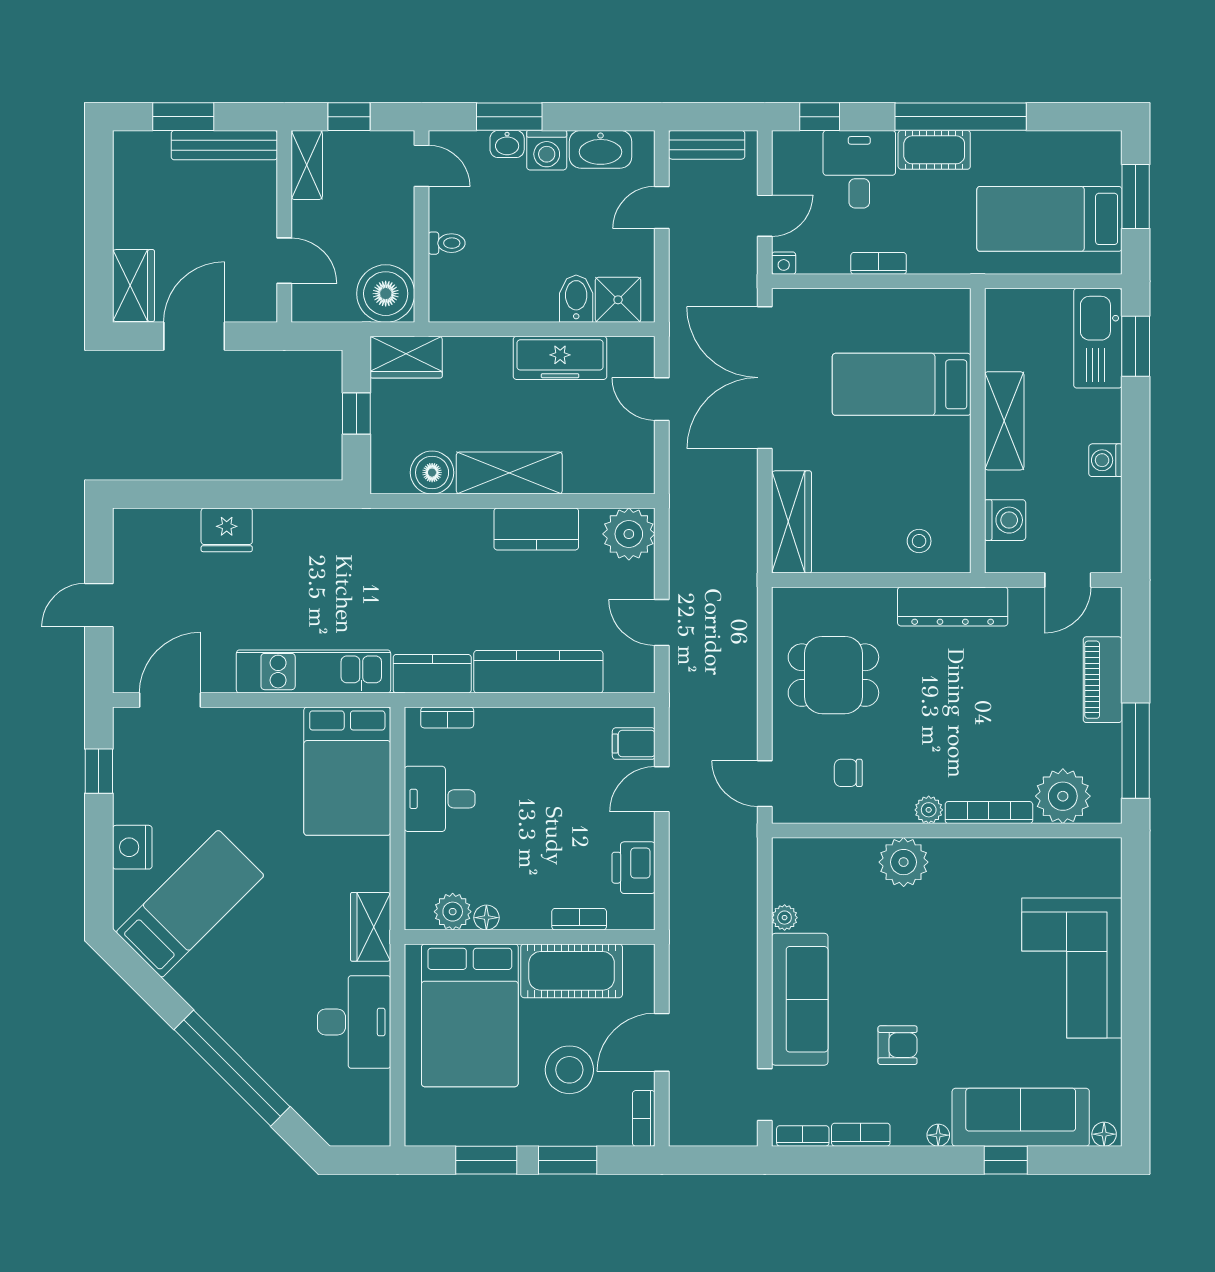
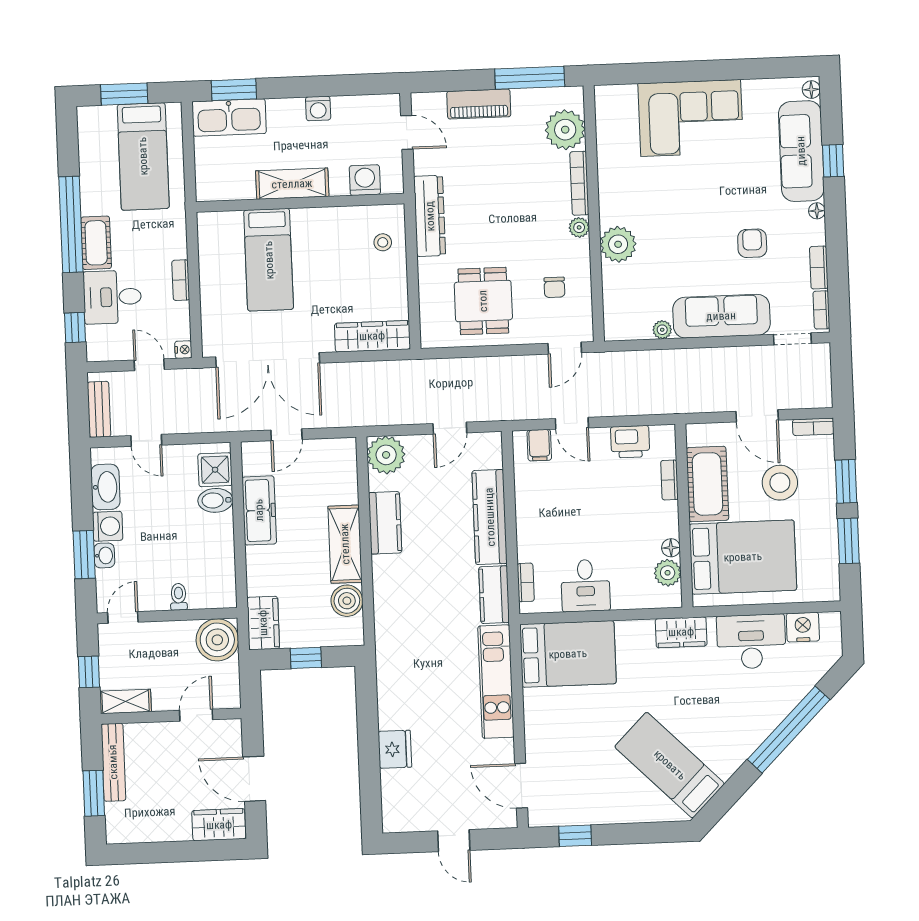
nightstand: (132, 847) -> (803, 627), moved, turned 180

